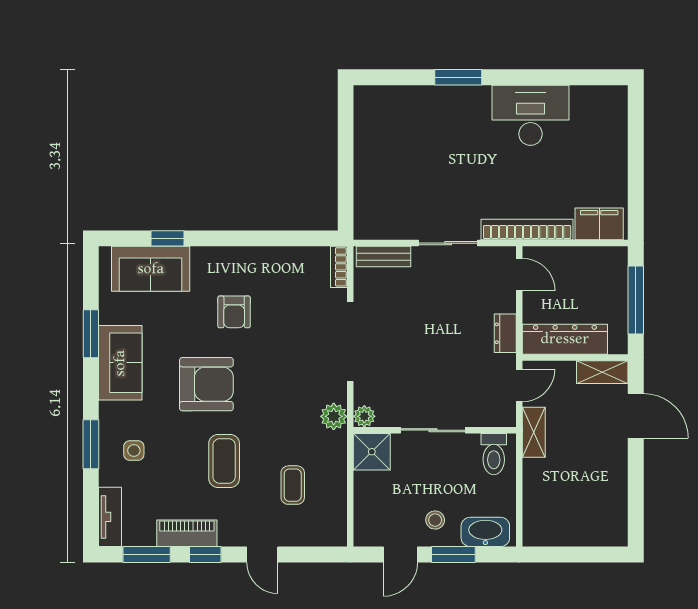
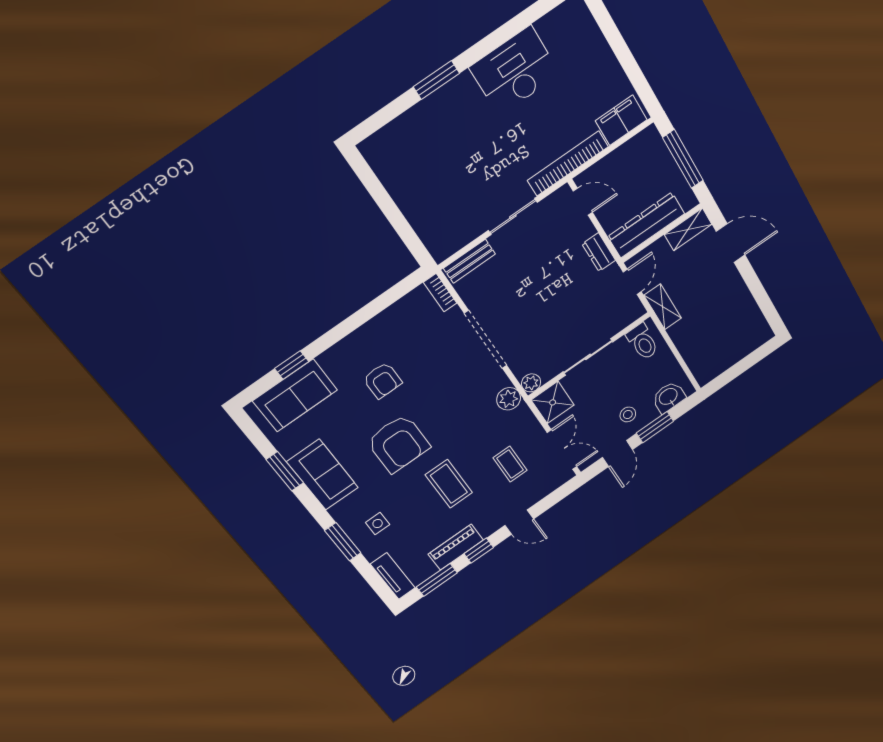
armchair: (206, 384) -> (398, 444), turned 90
double door: (350, 508) -> (562, 450), added
washbasin: (485, 532) -> (669, 397), width x0.72

